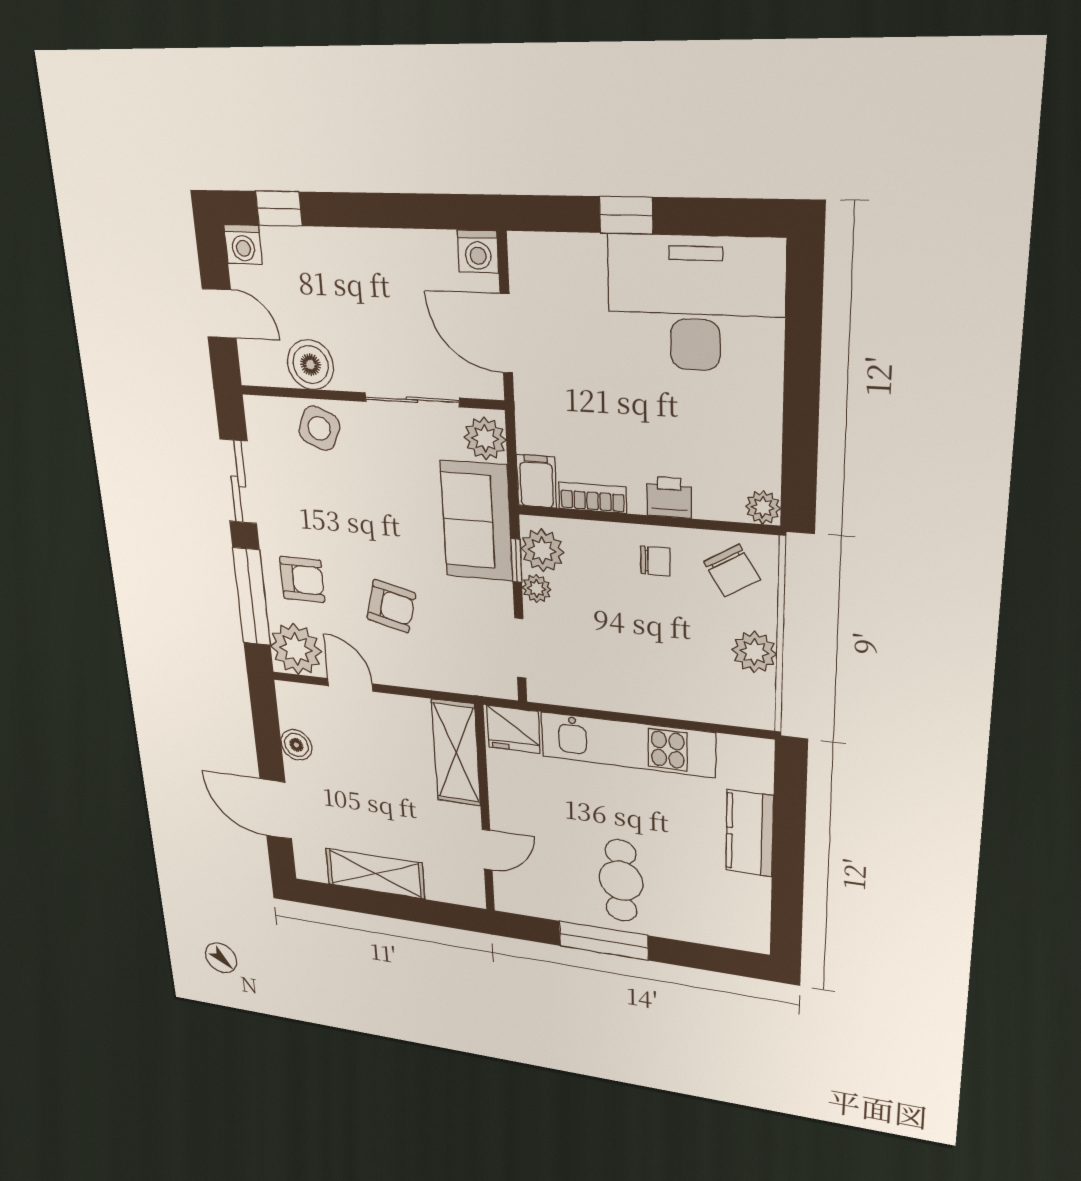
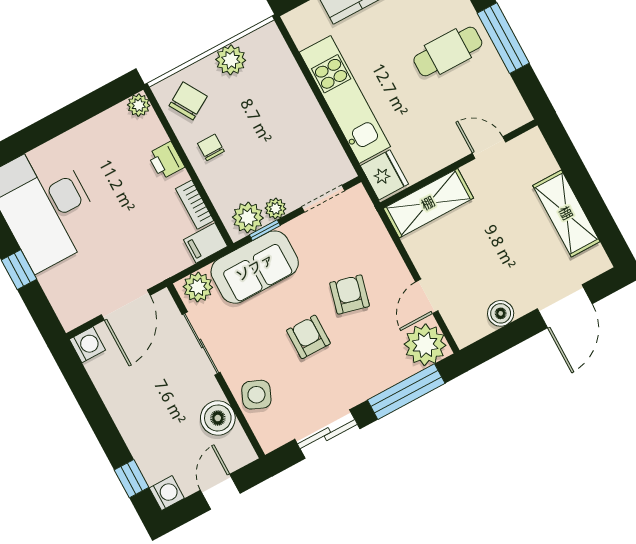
armchair: (302, 579) -> (308, 337), moved

